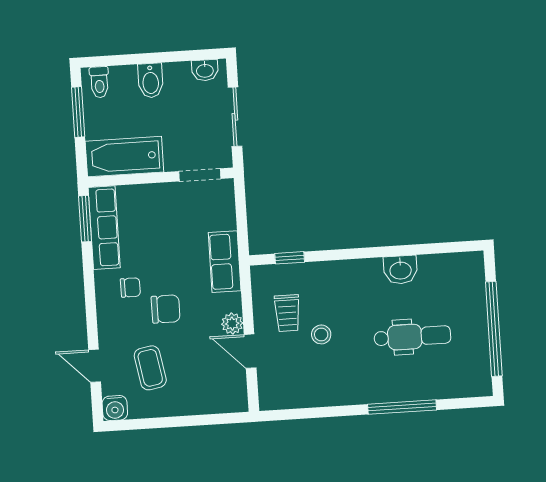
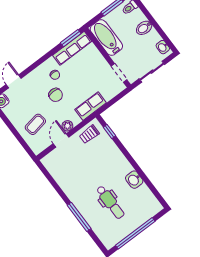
trolley: (287, 313) -> (89, 134), moved
stool: (321, 334) -> (87, 165), removed
coffee table: (150, 368) -> (35, 124), moved

